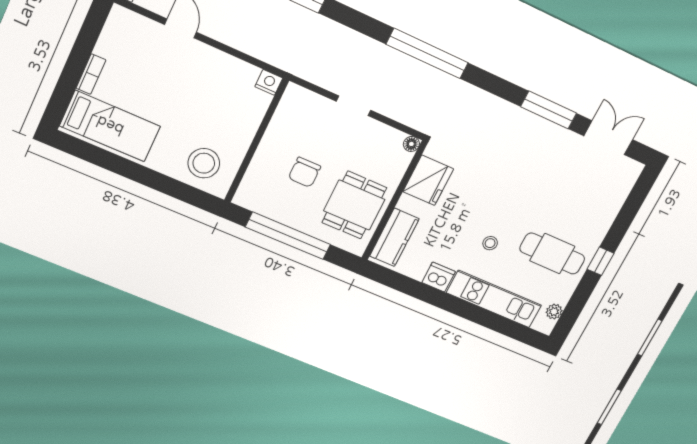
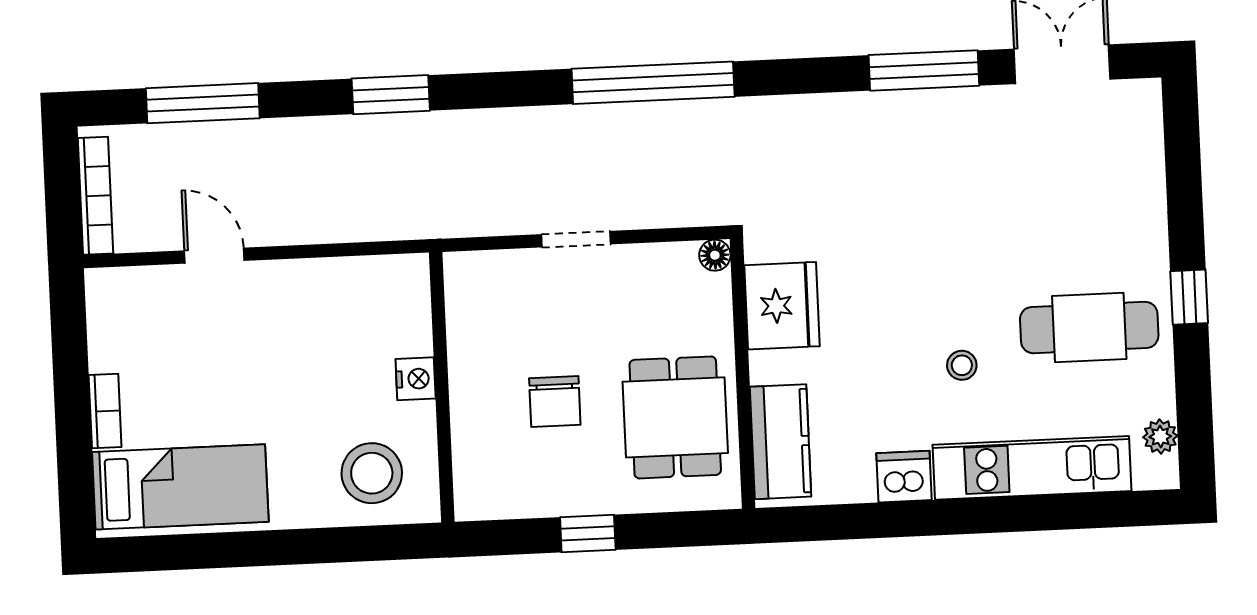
nightstand: (269, 82) -> (416, 379), moved, turned 90
window: (288, 236) -> (588, 533), width x0.32

